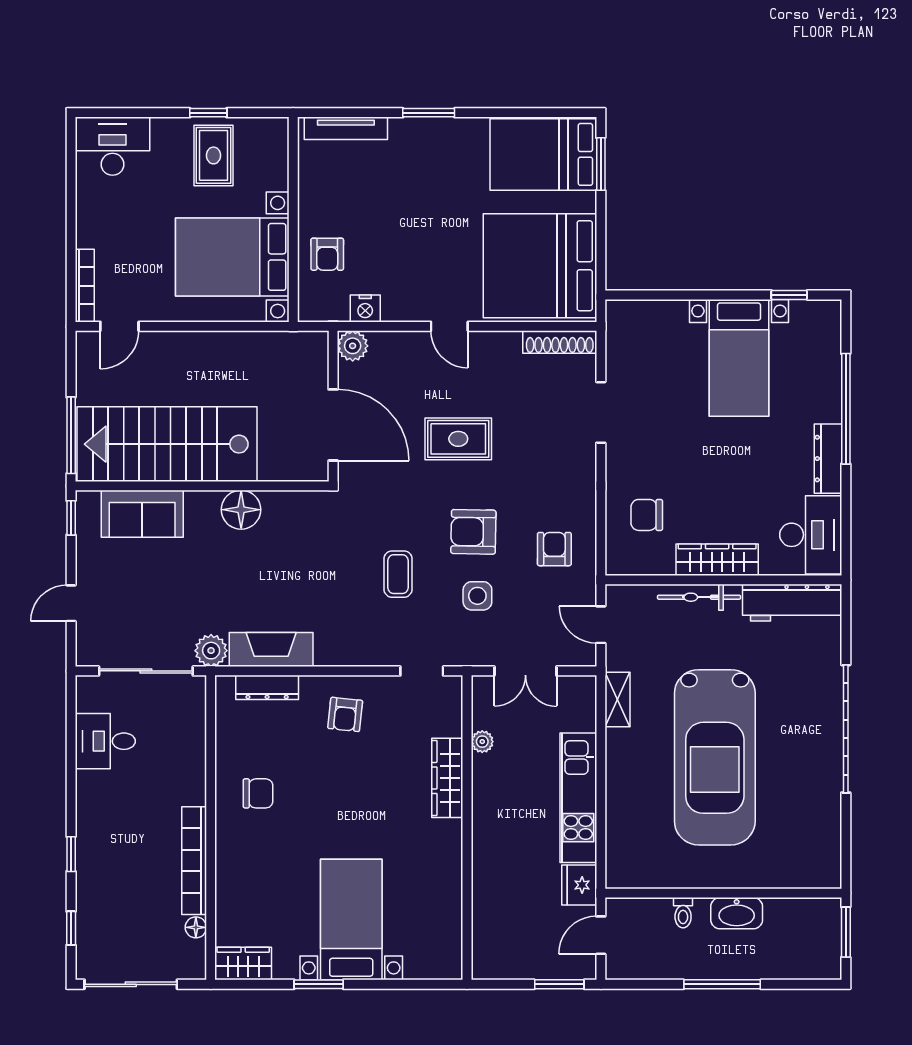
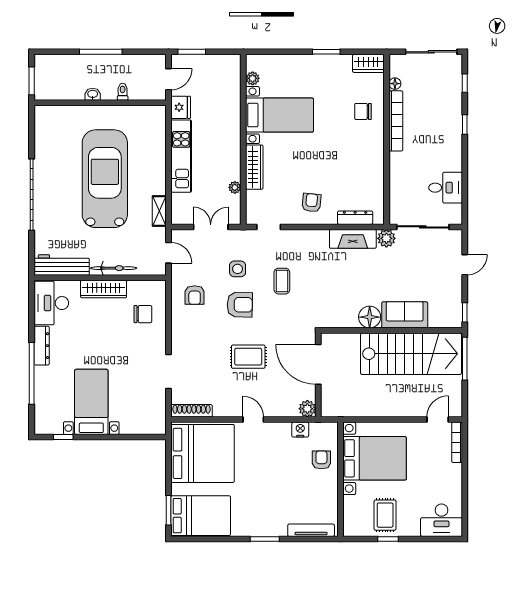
sofa: (142, 514) -> (405, 315), moved
chair: (258, 793) -> (363, 111), moved
washbasin: (737, 913) -> (93, 94), width x0.52, depth x0.69
bed with nightstands: (351, 919) -> (280, 115), moved, turned -90
plant: (451, 937) -> (253, 78), added

